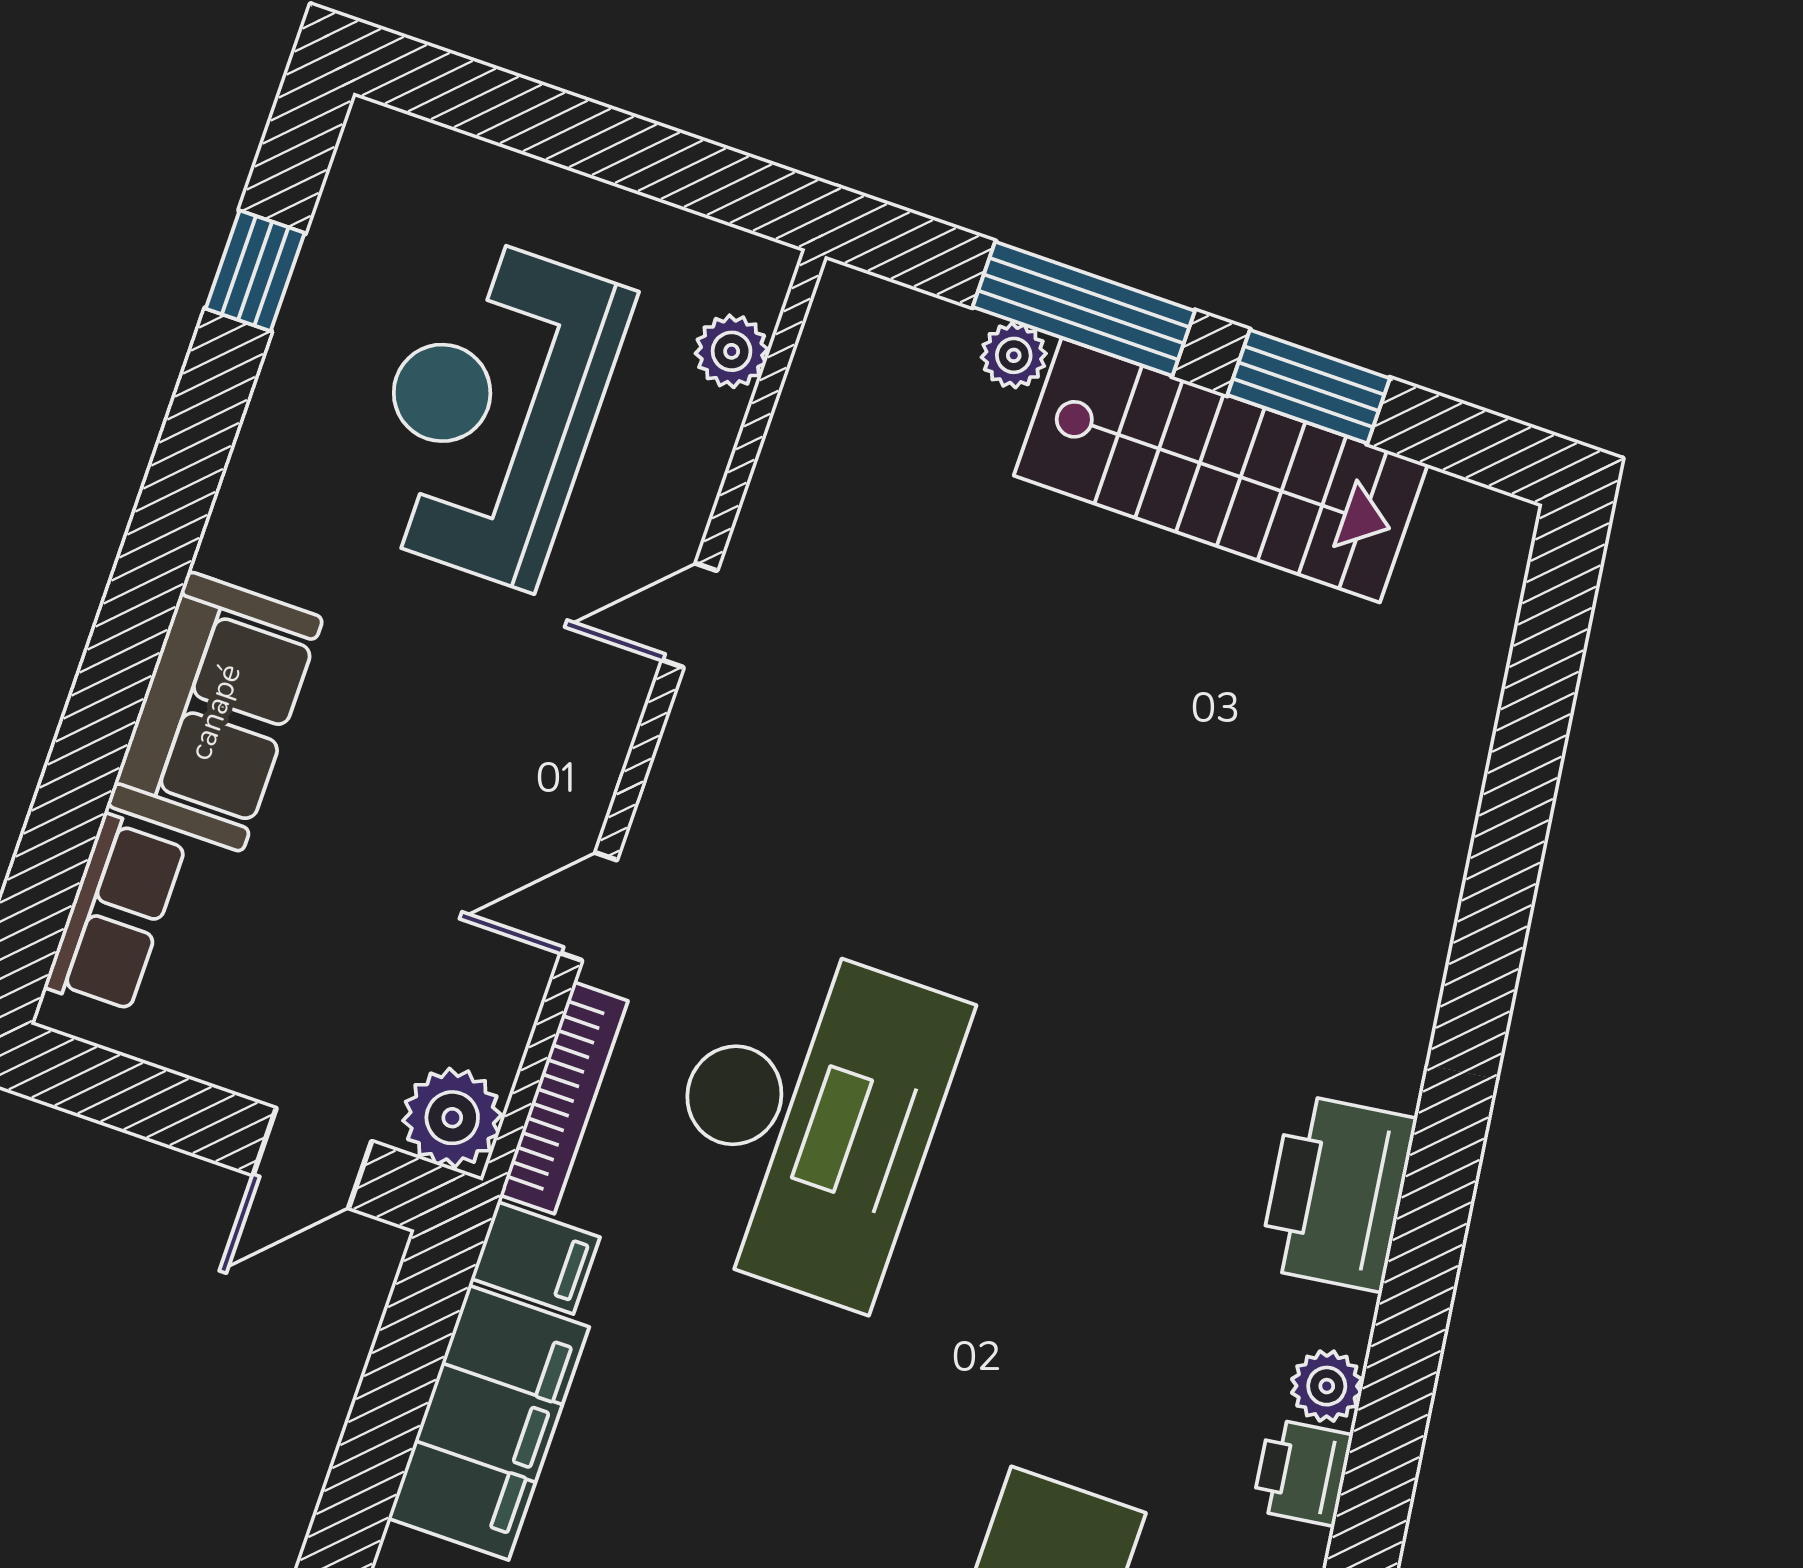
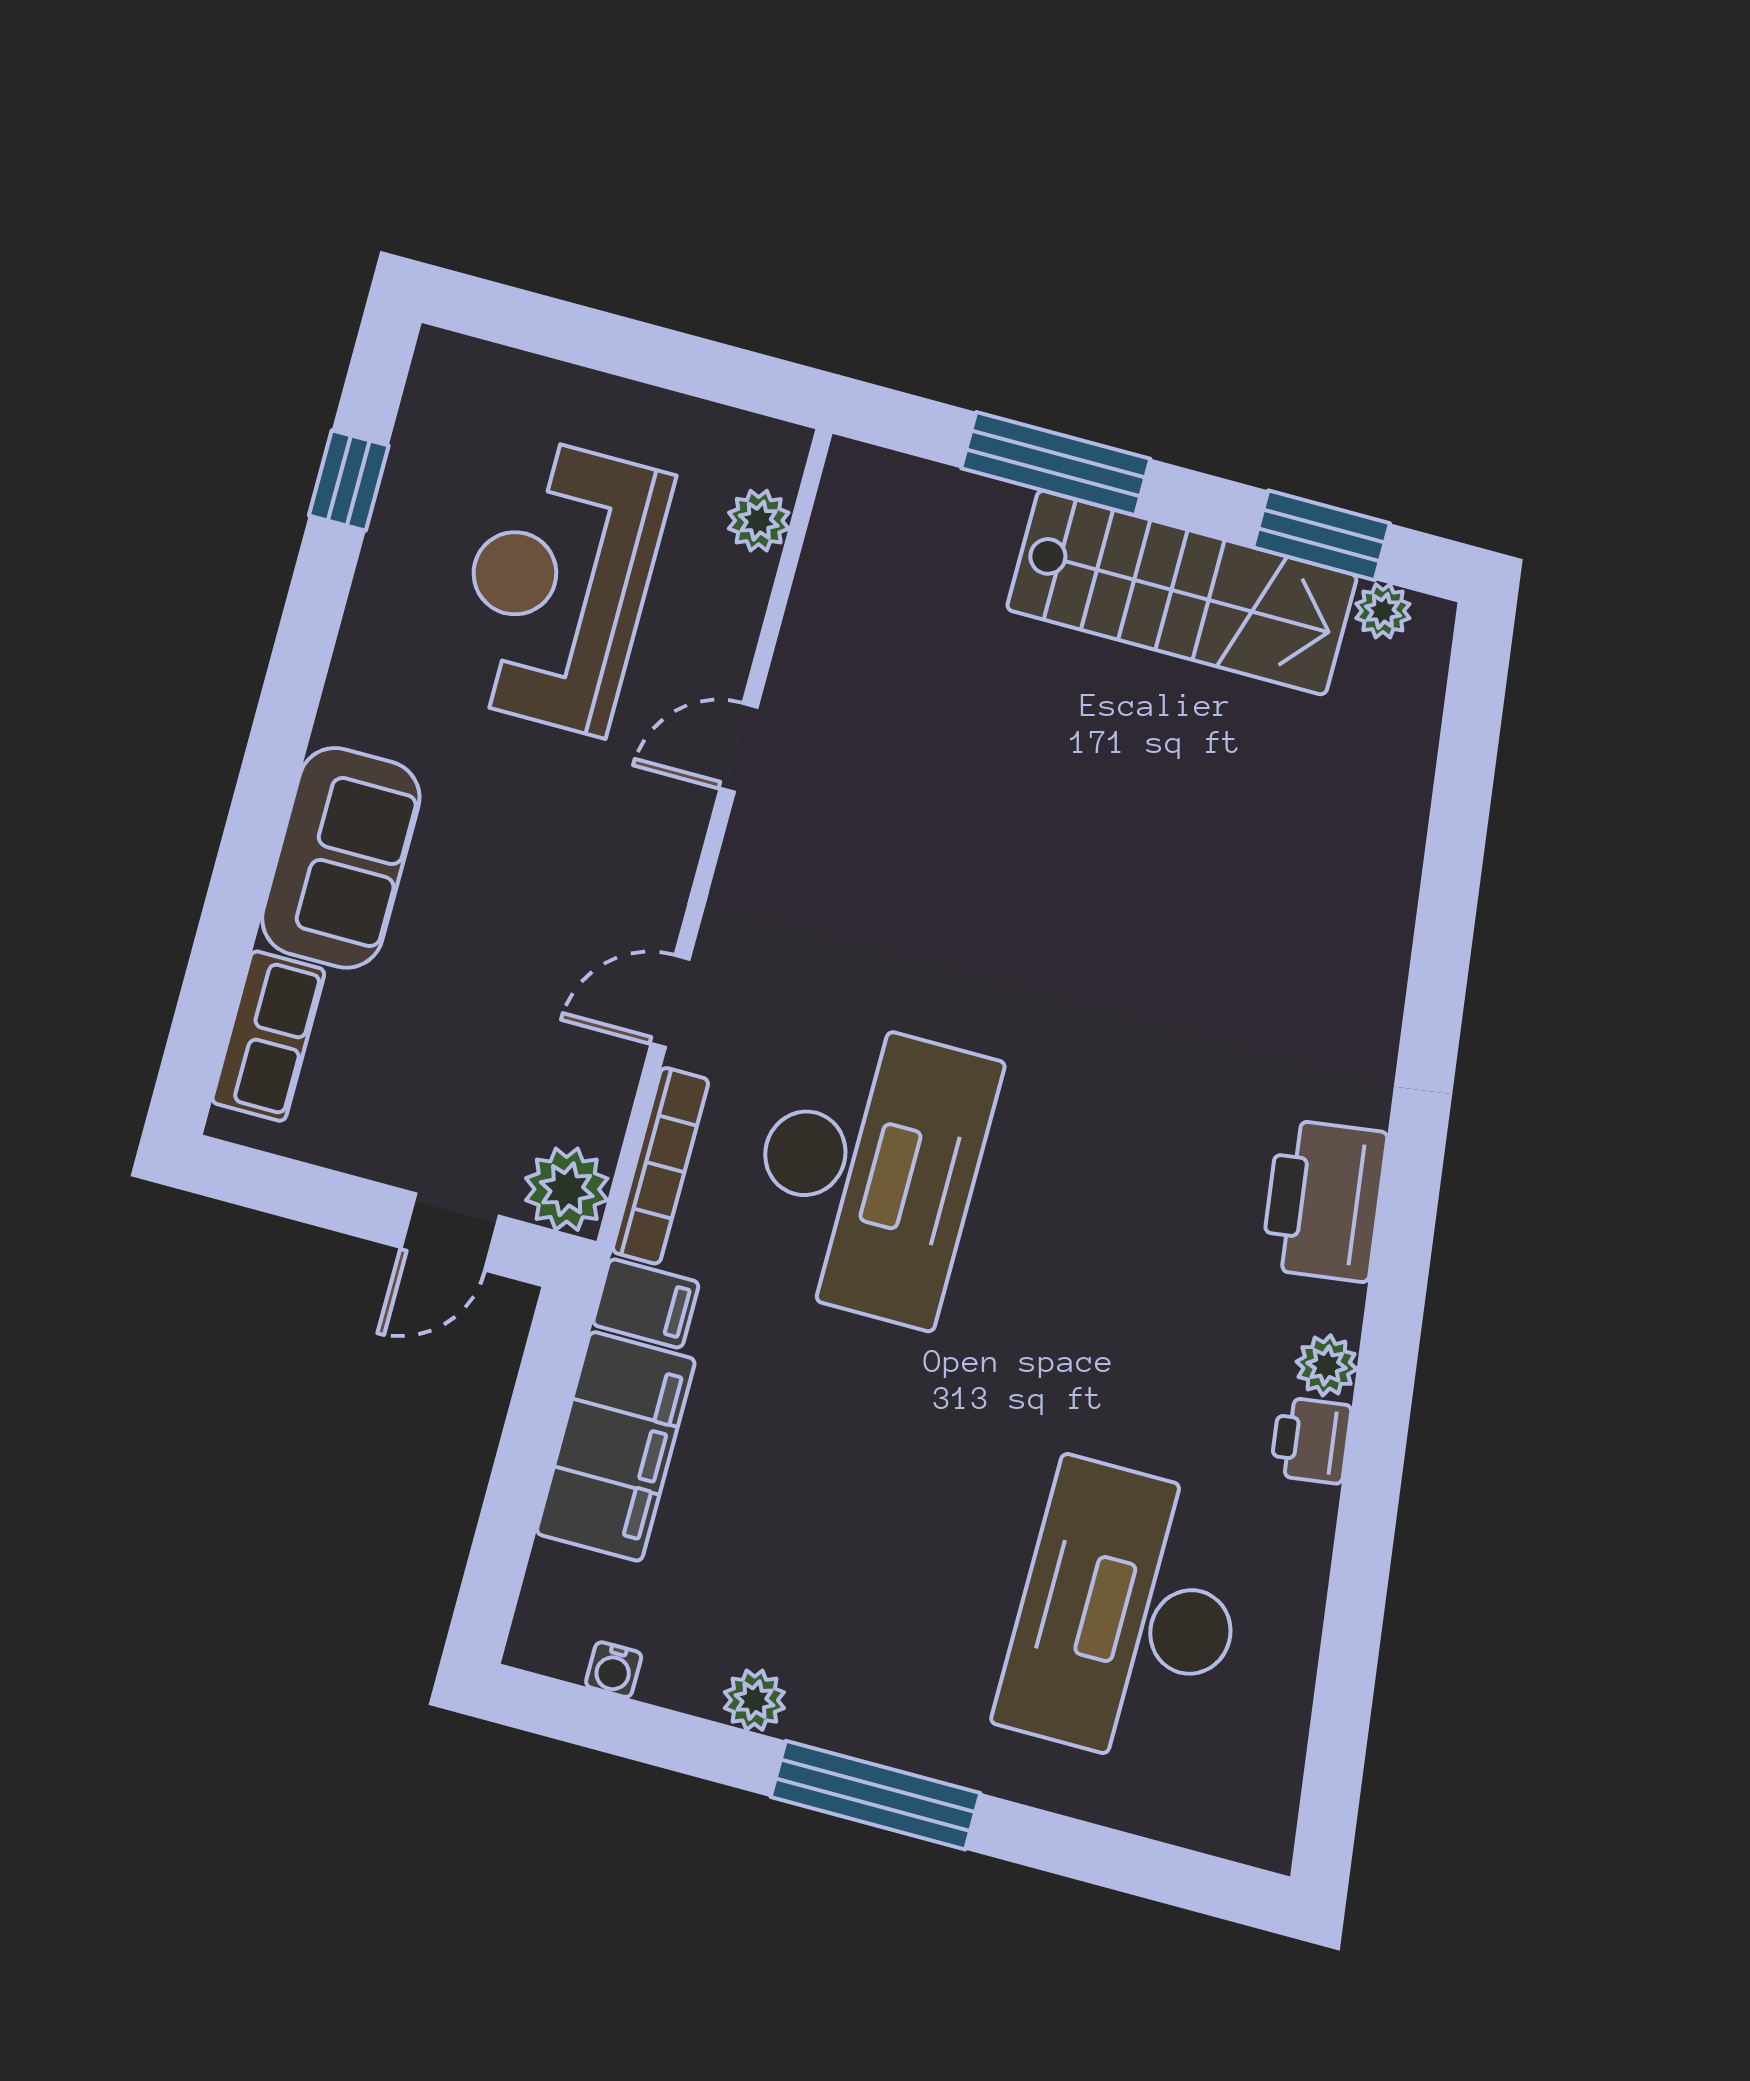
plant: (1014, 355) -> (1383, 611), moved
window: (1309, 387) -> (1321, 535), moved

